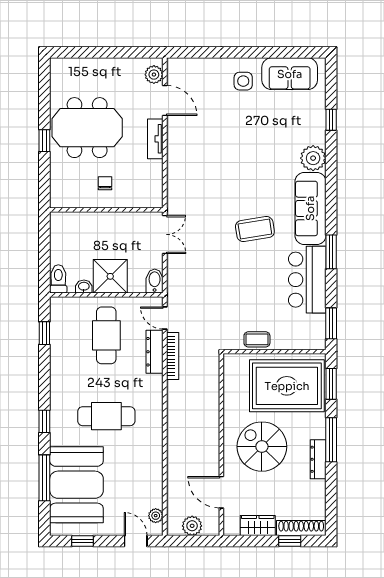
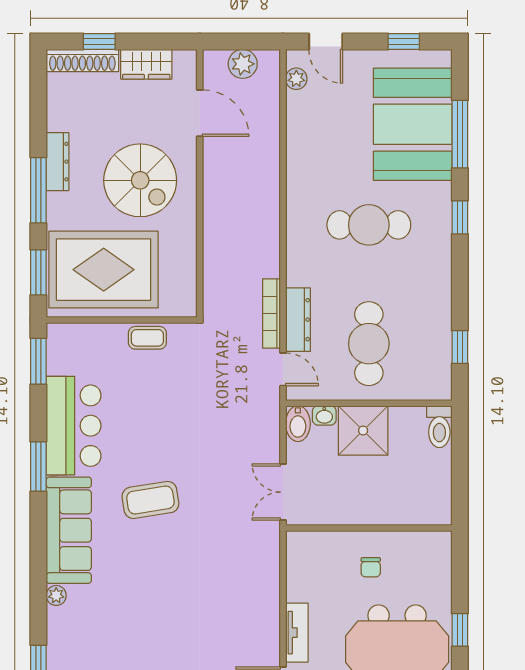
plant: (313, 158) -> (56, 595), width x0.53, depth x0.53
washbasin: (84, 287) -> (324, 415), moved

